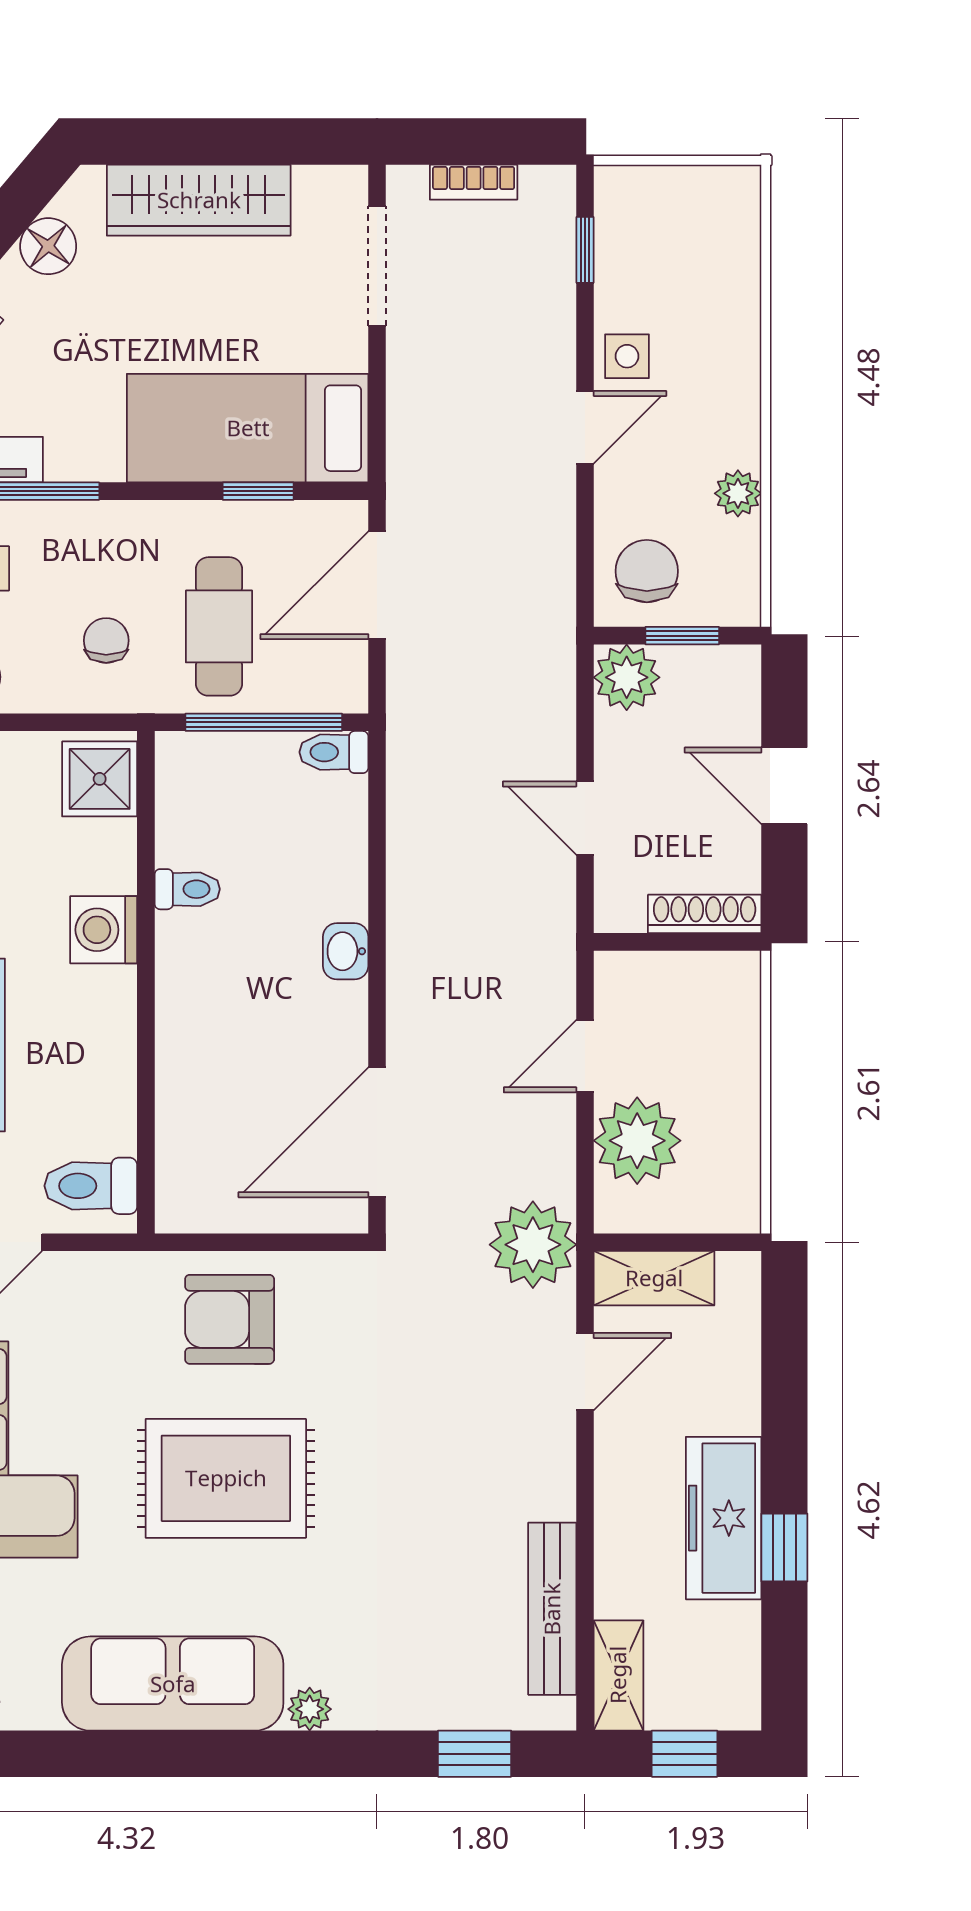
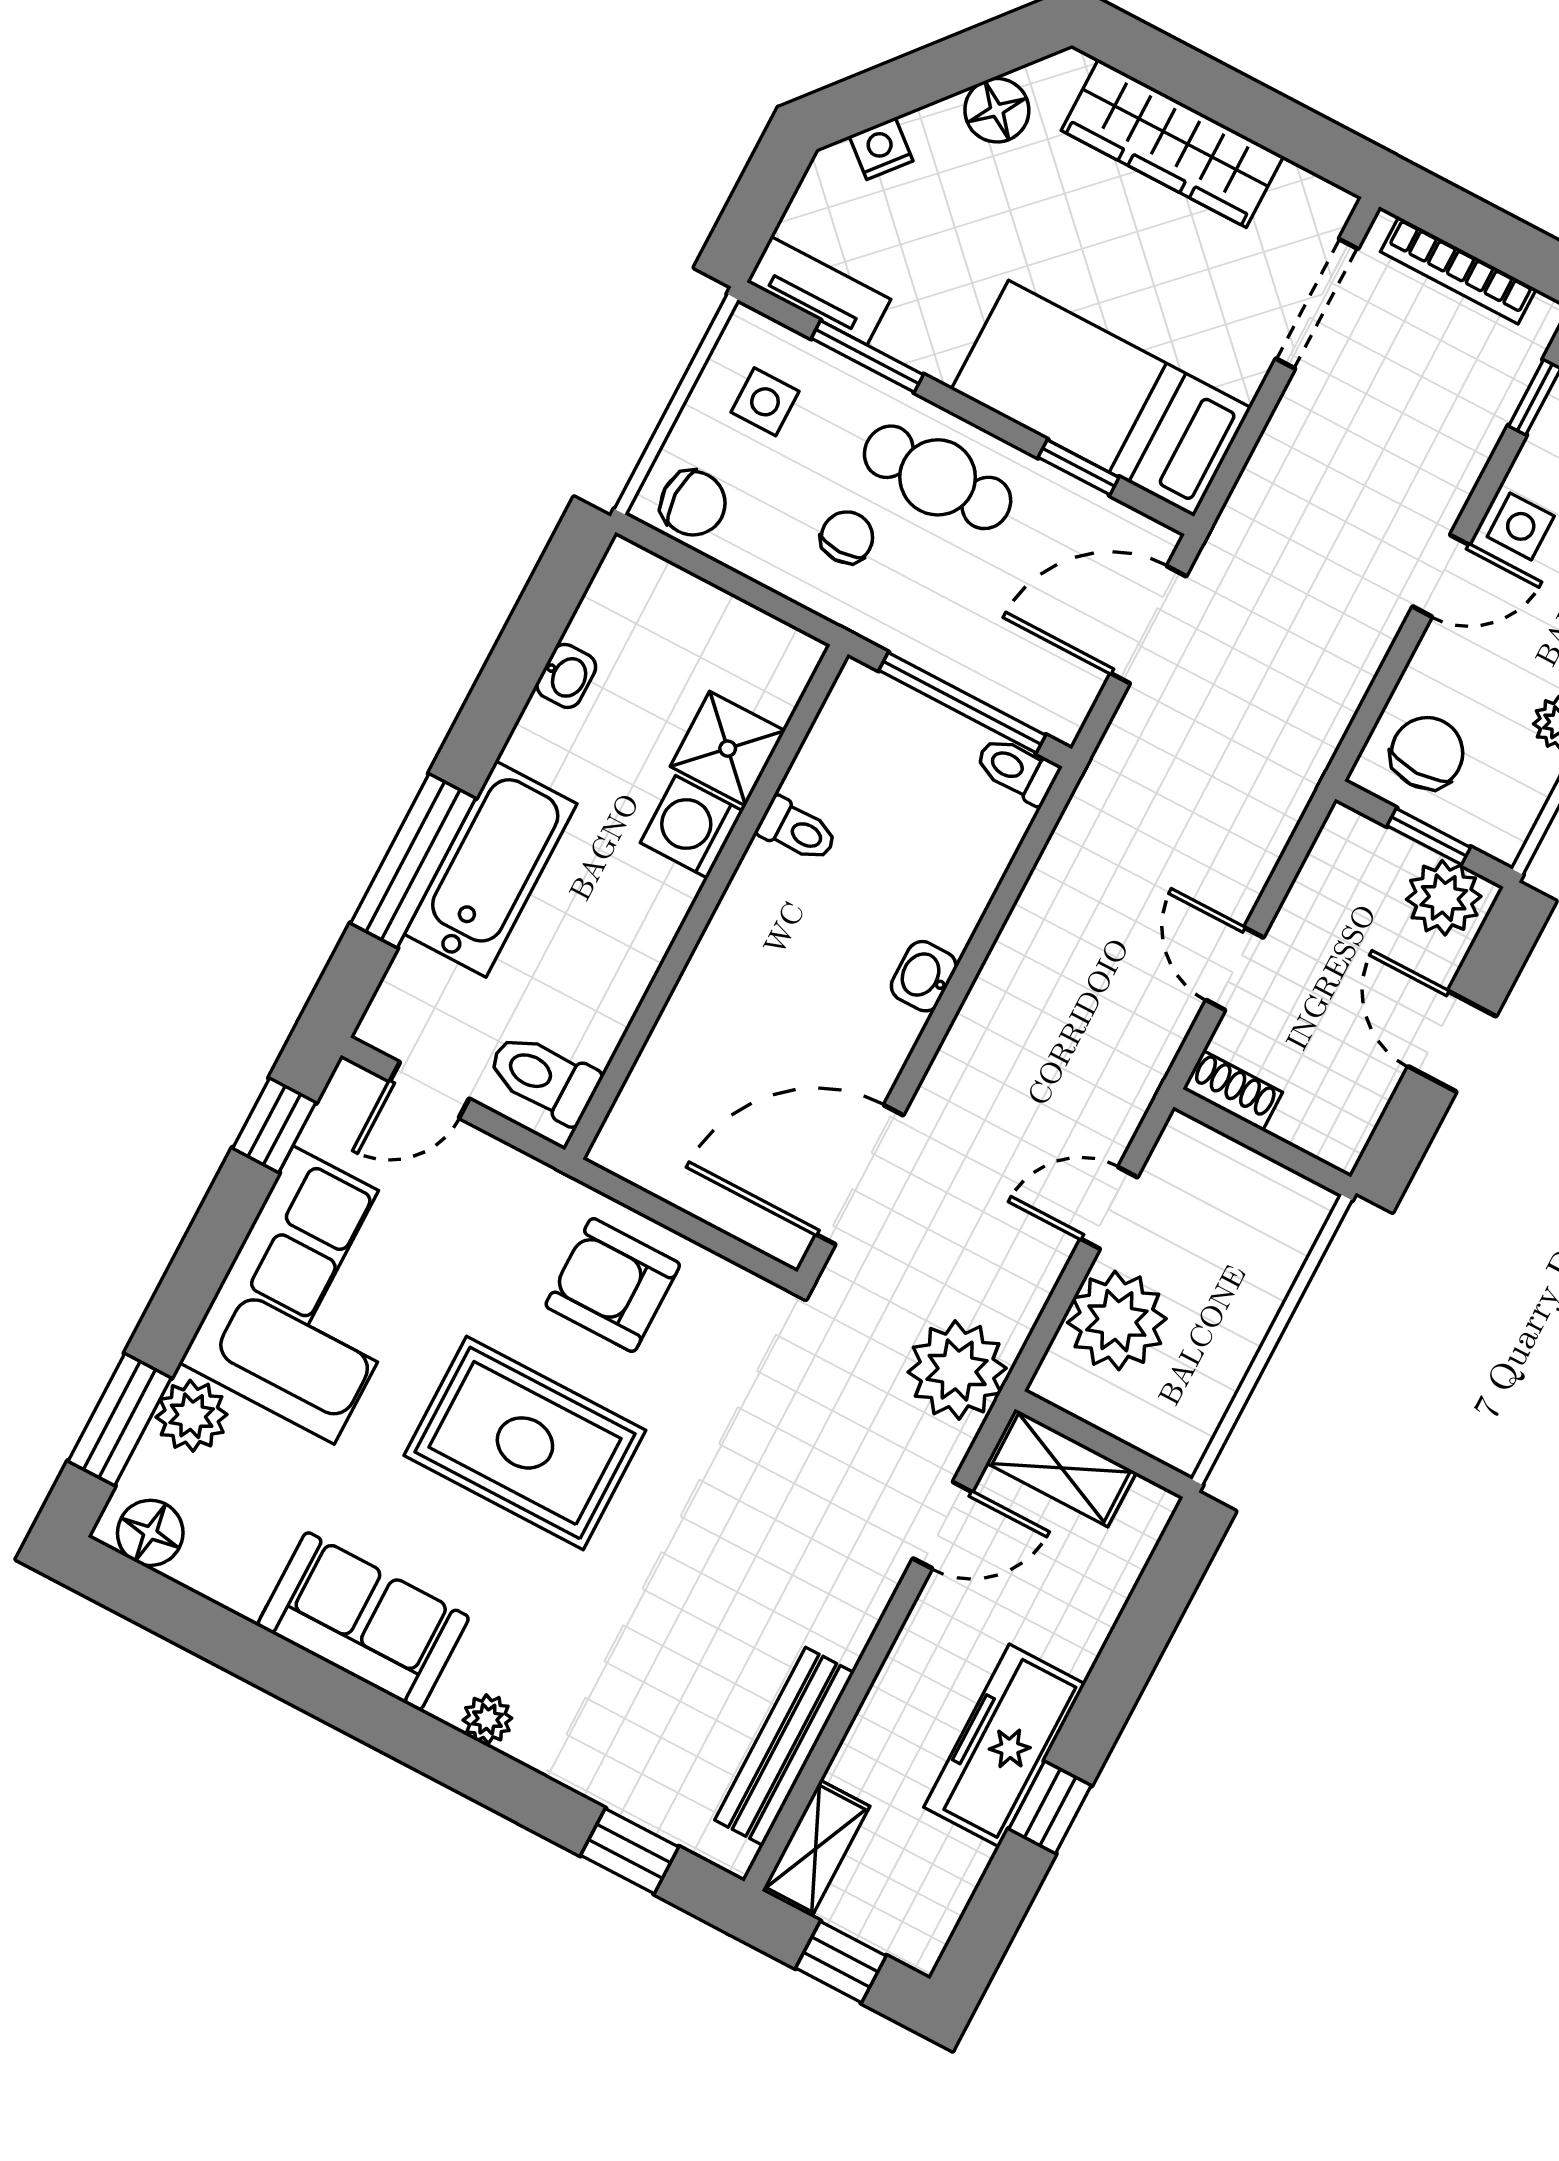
bookcase: (474, 182) -> (1458, 270), width x1.56
cafe table: (219, 626) -> (938, 477), moved, turned 90
plant: (627, 677) -> (1444, 898), moved
shower: (100, 779) -> (728, 749), moved
shoe rack: (705, 914) -> (1233, 1091), moved, width x0.70
sofa: (173, 1684) -> (363, 1621), width x0.73

